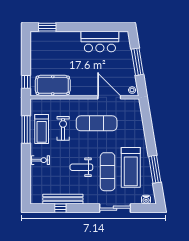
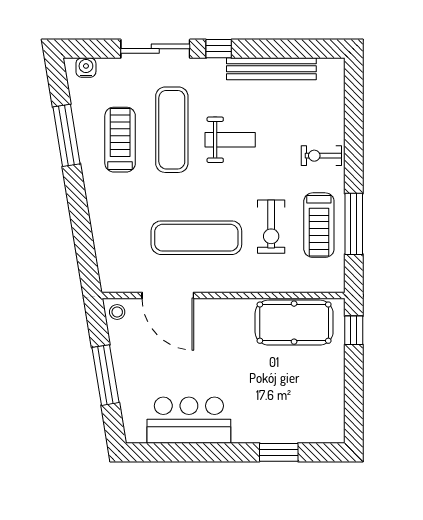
window: (47, 27) -> (279, 452), moved
treadmill: (42, 129) -> (319, 225), turned 180
treadmill: (131, 167) -> (120, 140), width x0.73, depth x0.73
window: (60, 208) -> (219, 49), moved

